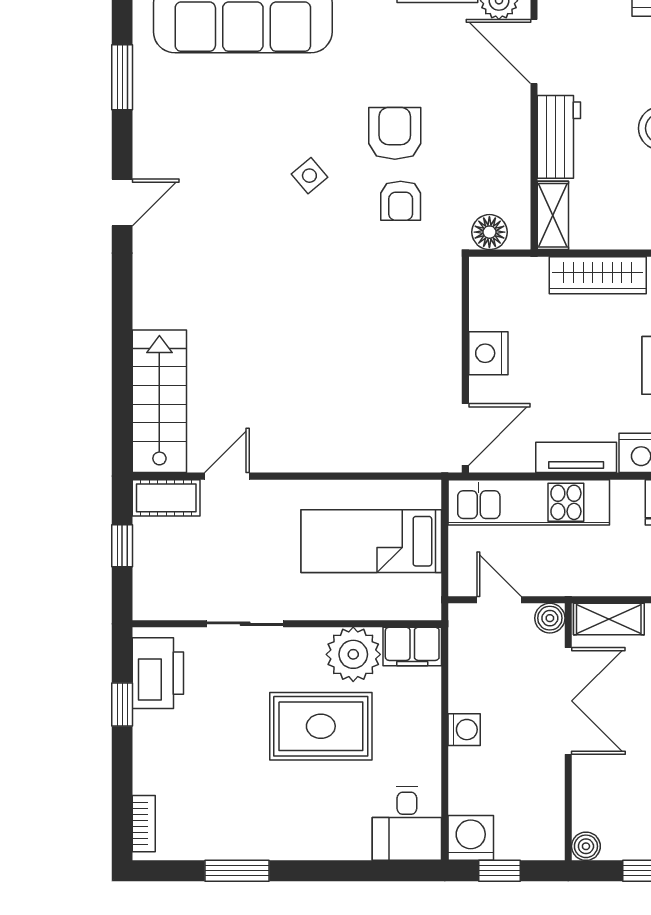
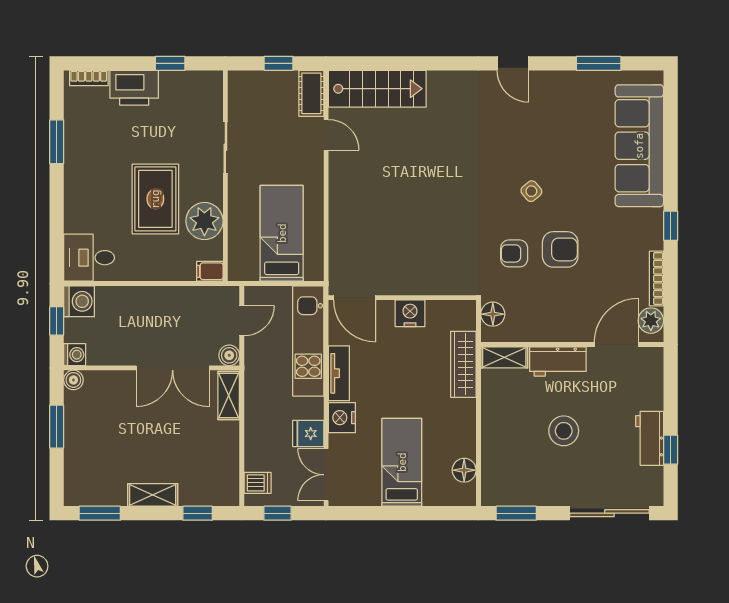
wardrobe: (598, 275) -> (463, 364), moved
filing cabinet: (412, 647) -> (210, 271), width x0.50
printer: (158, 673) -> (134, 88), moved
washing machine: (464, 730) -> (75, 355), moved, turned -90

